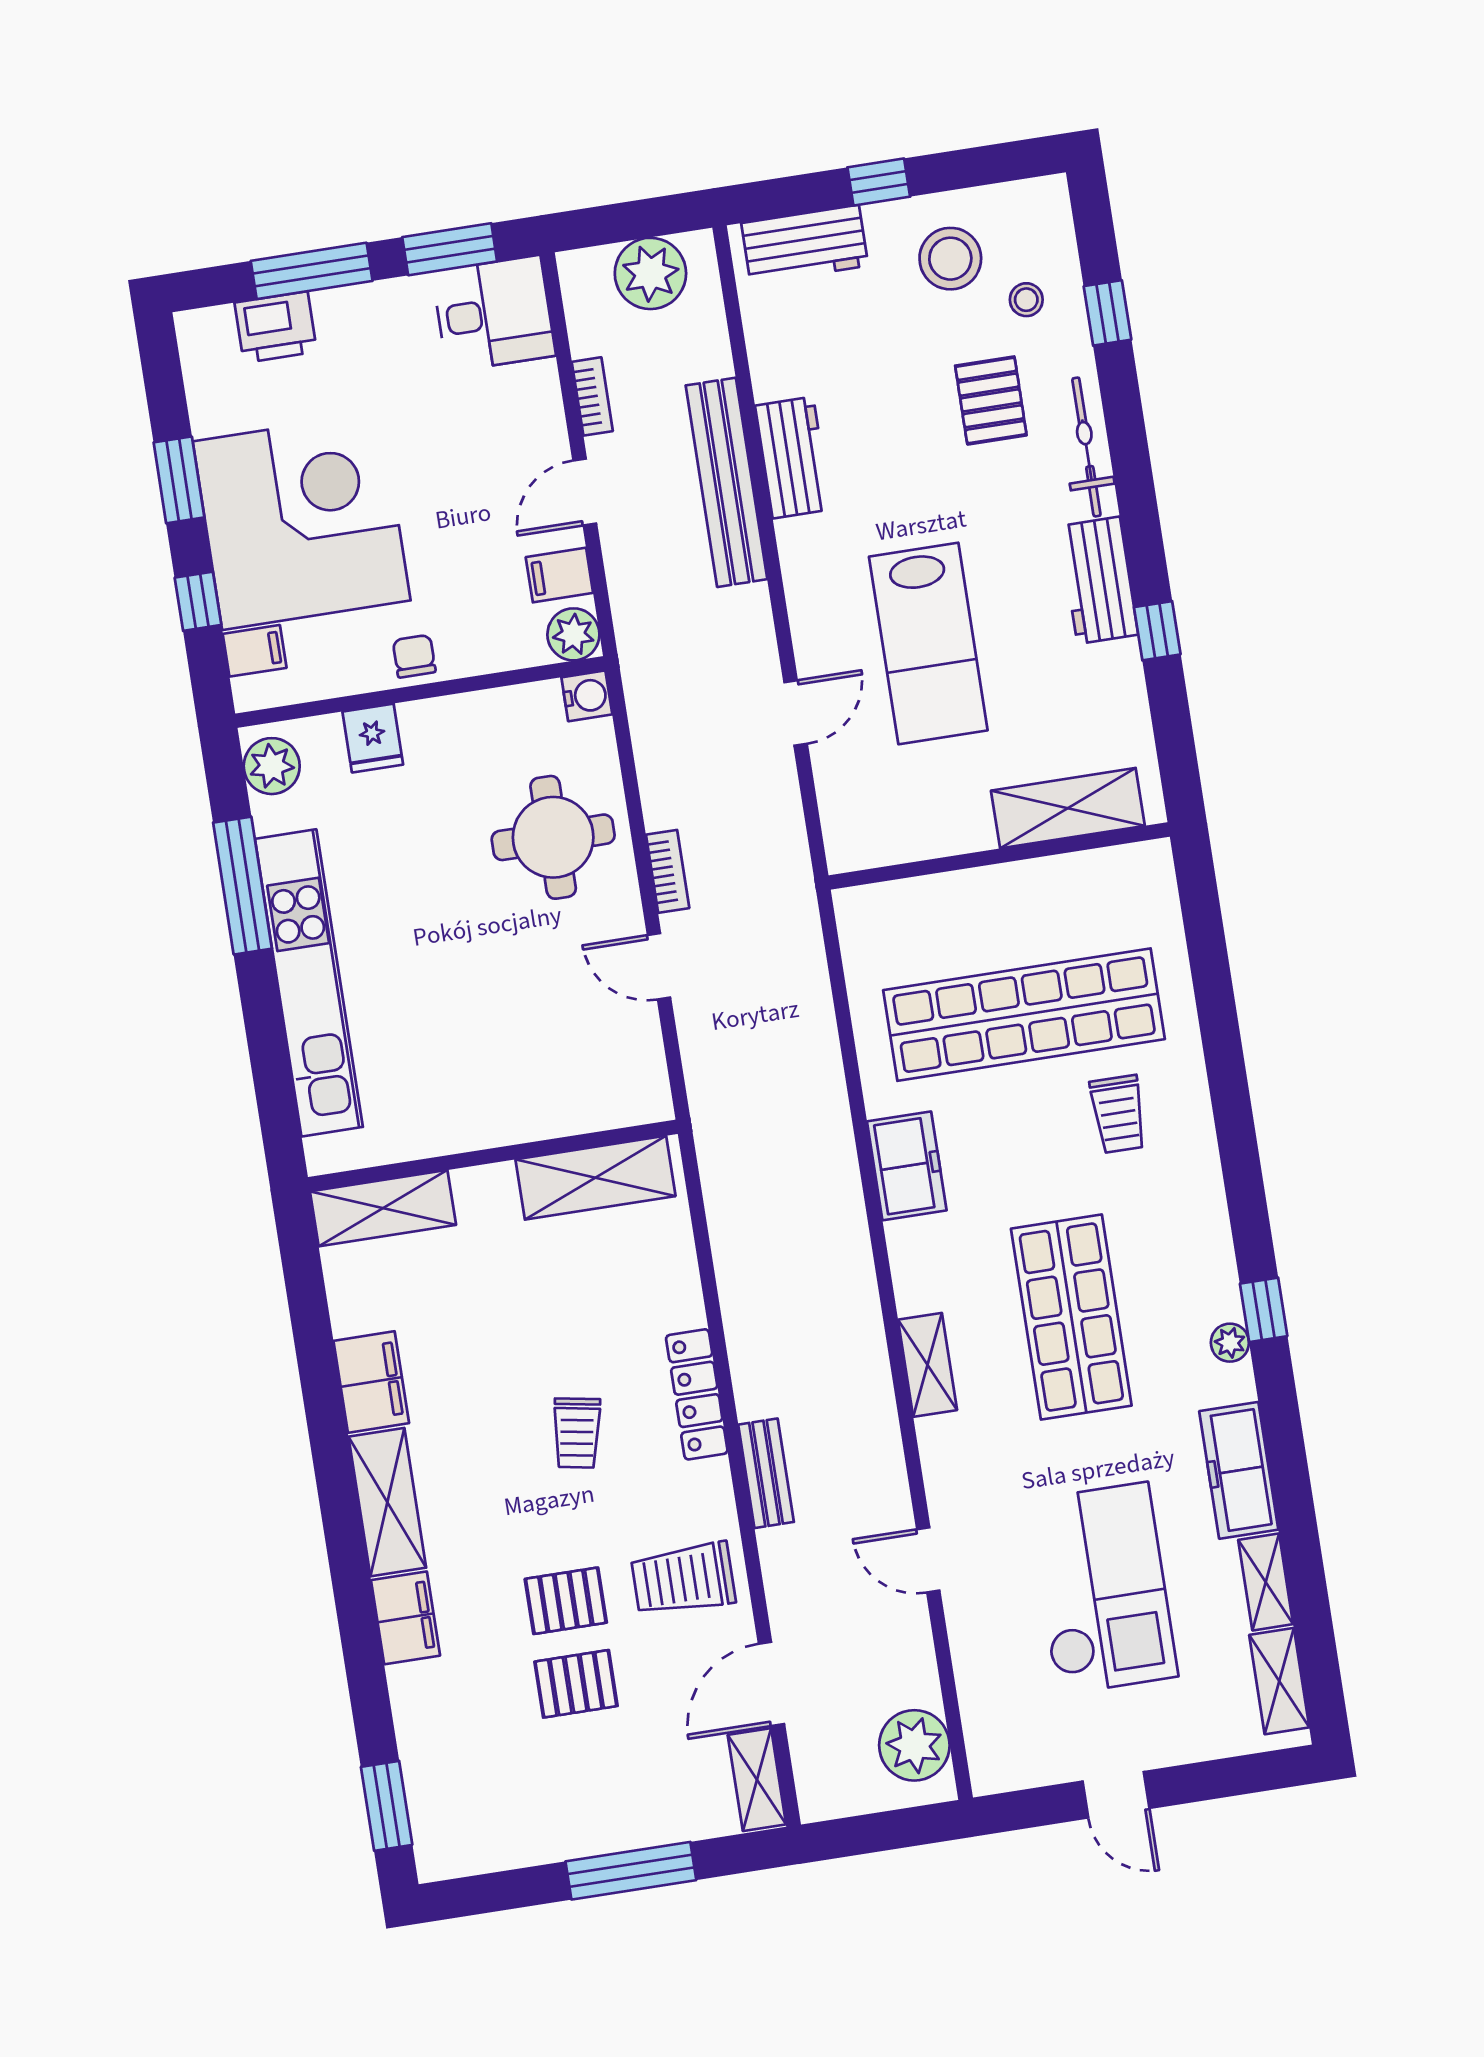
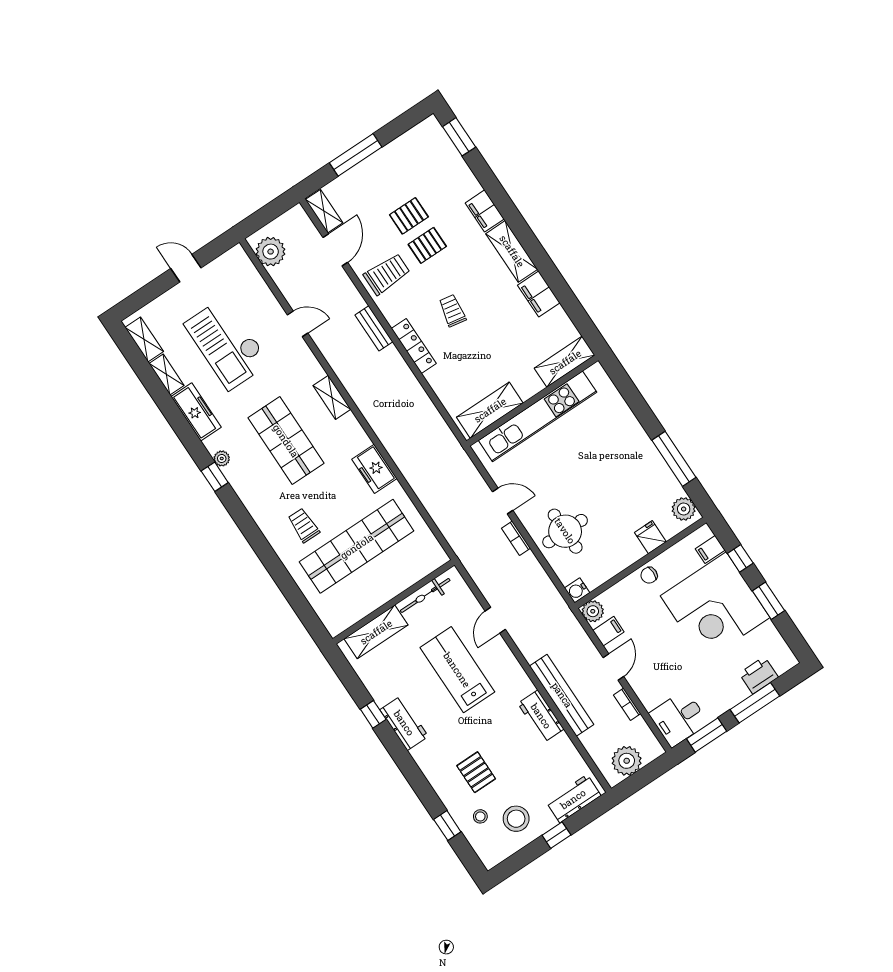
bicycle: (1086, 447) -> (425, 595), moved, turned 90
chair: (414, 656) -> (649, 575), turned 90
kitchen unit: (309, 983) -> (538, 416), moved, turned -90

